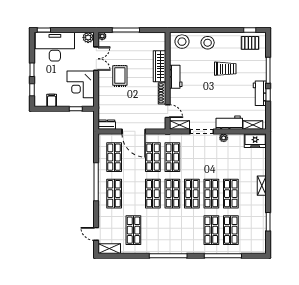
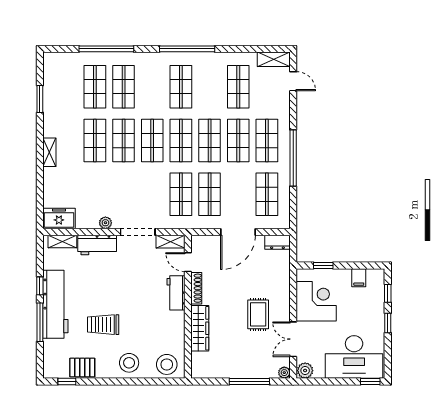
pallet: (250, 43) -> (82, 367), moved
workbench: (176, 77) -> (176, 293), moved
workbench: (260, 93) -> (55, 304), width x1.88, depth x1.32
door: (134, 131) -> (238, 232), swing flipped
shop shelf: (133, 194) -> (238, 140), added
shop shelf: (172, 230) -> (181, 87), added

